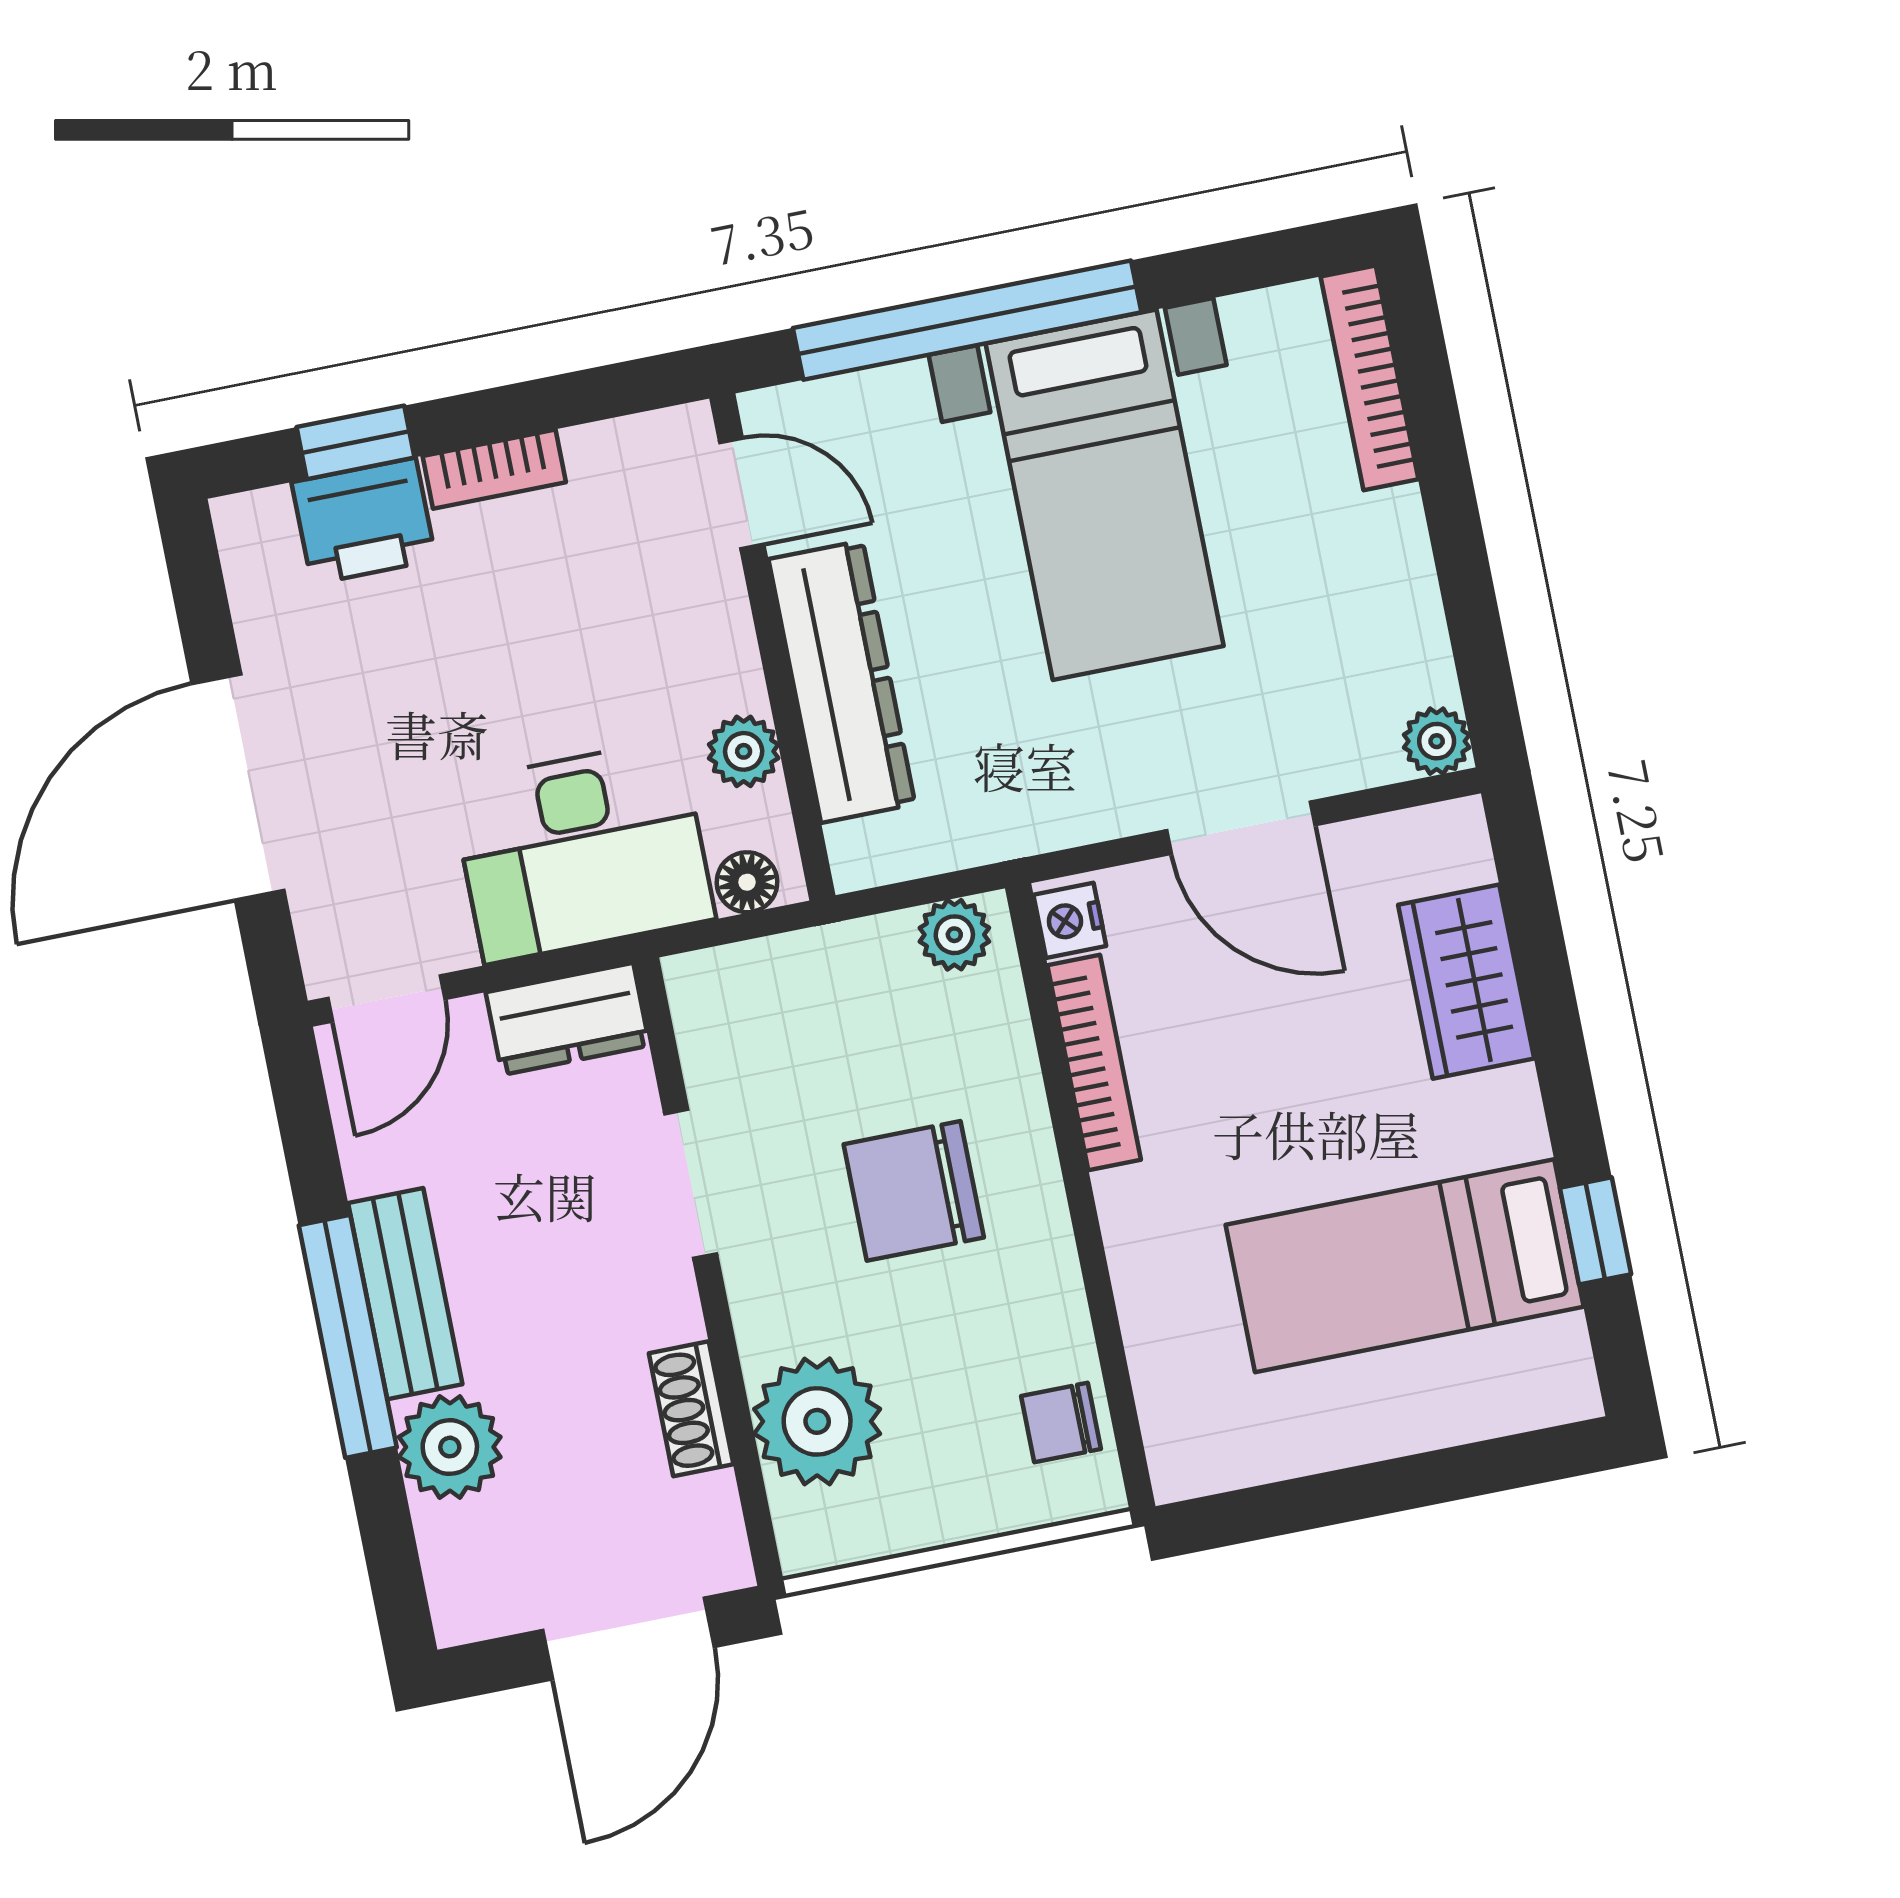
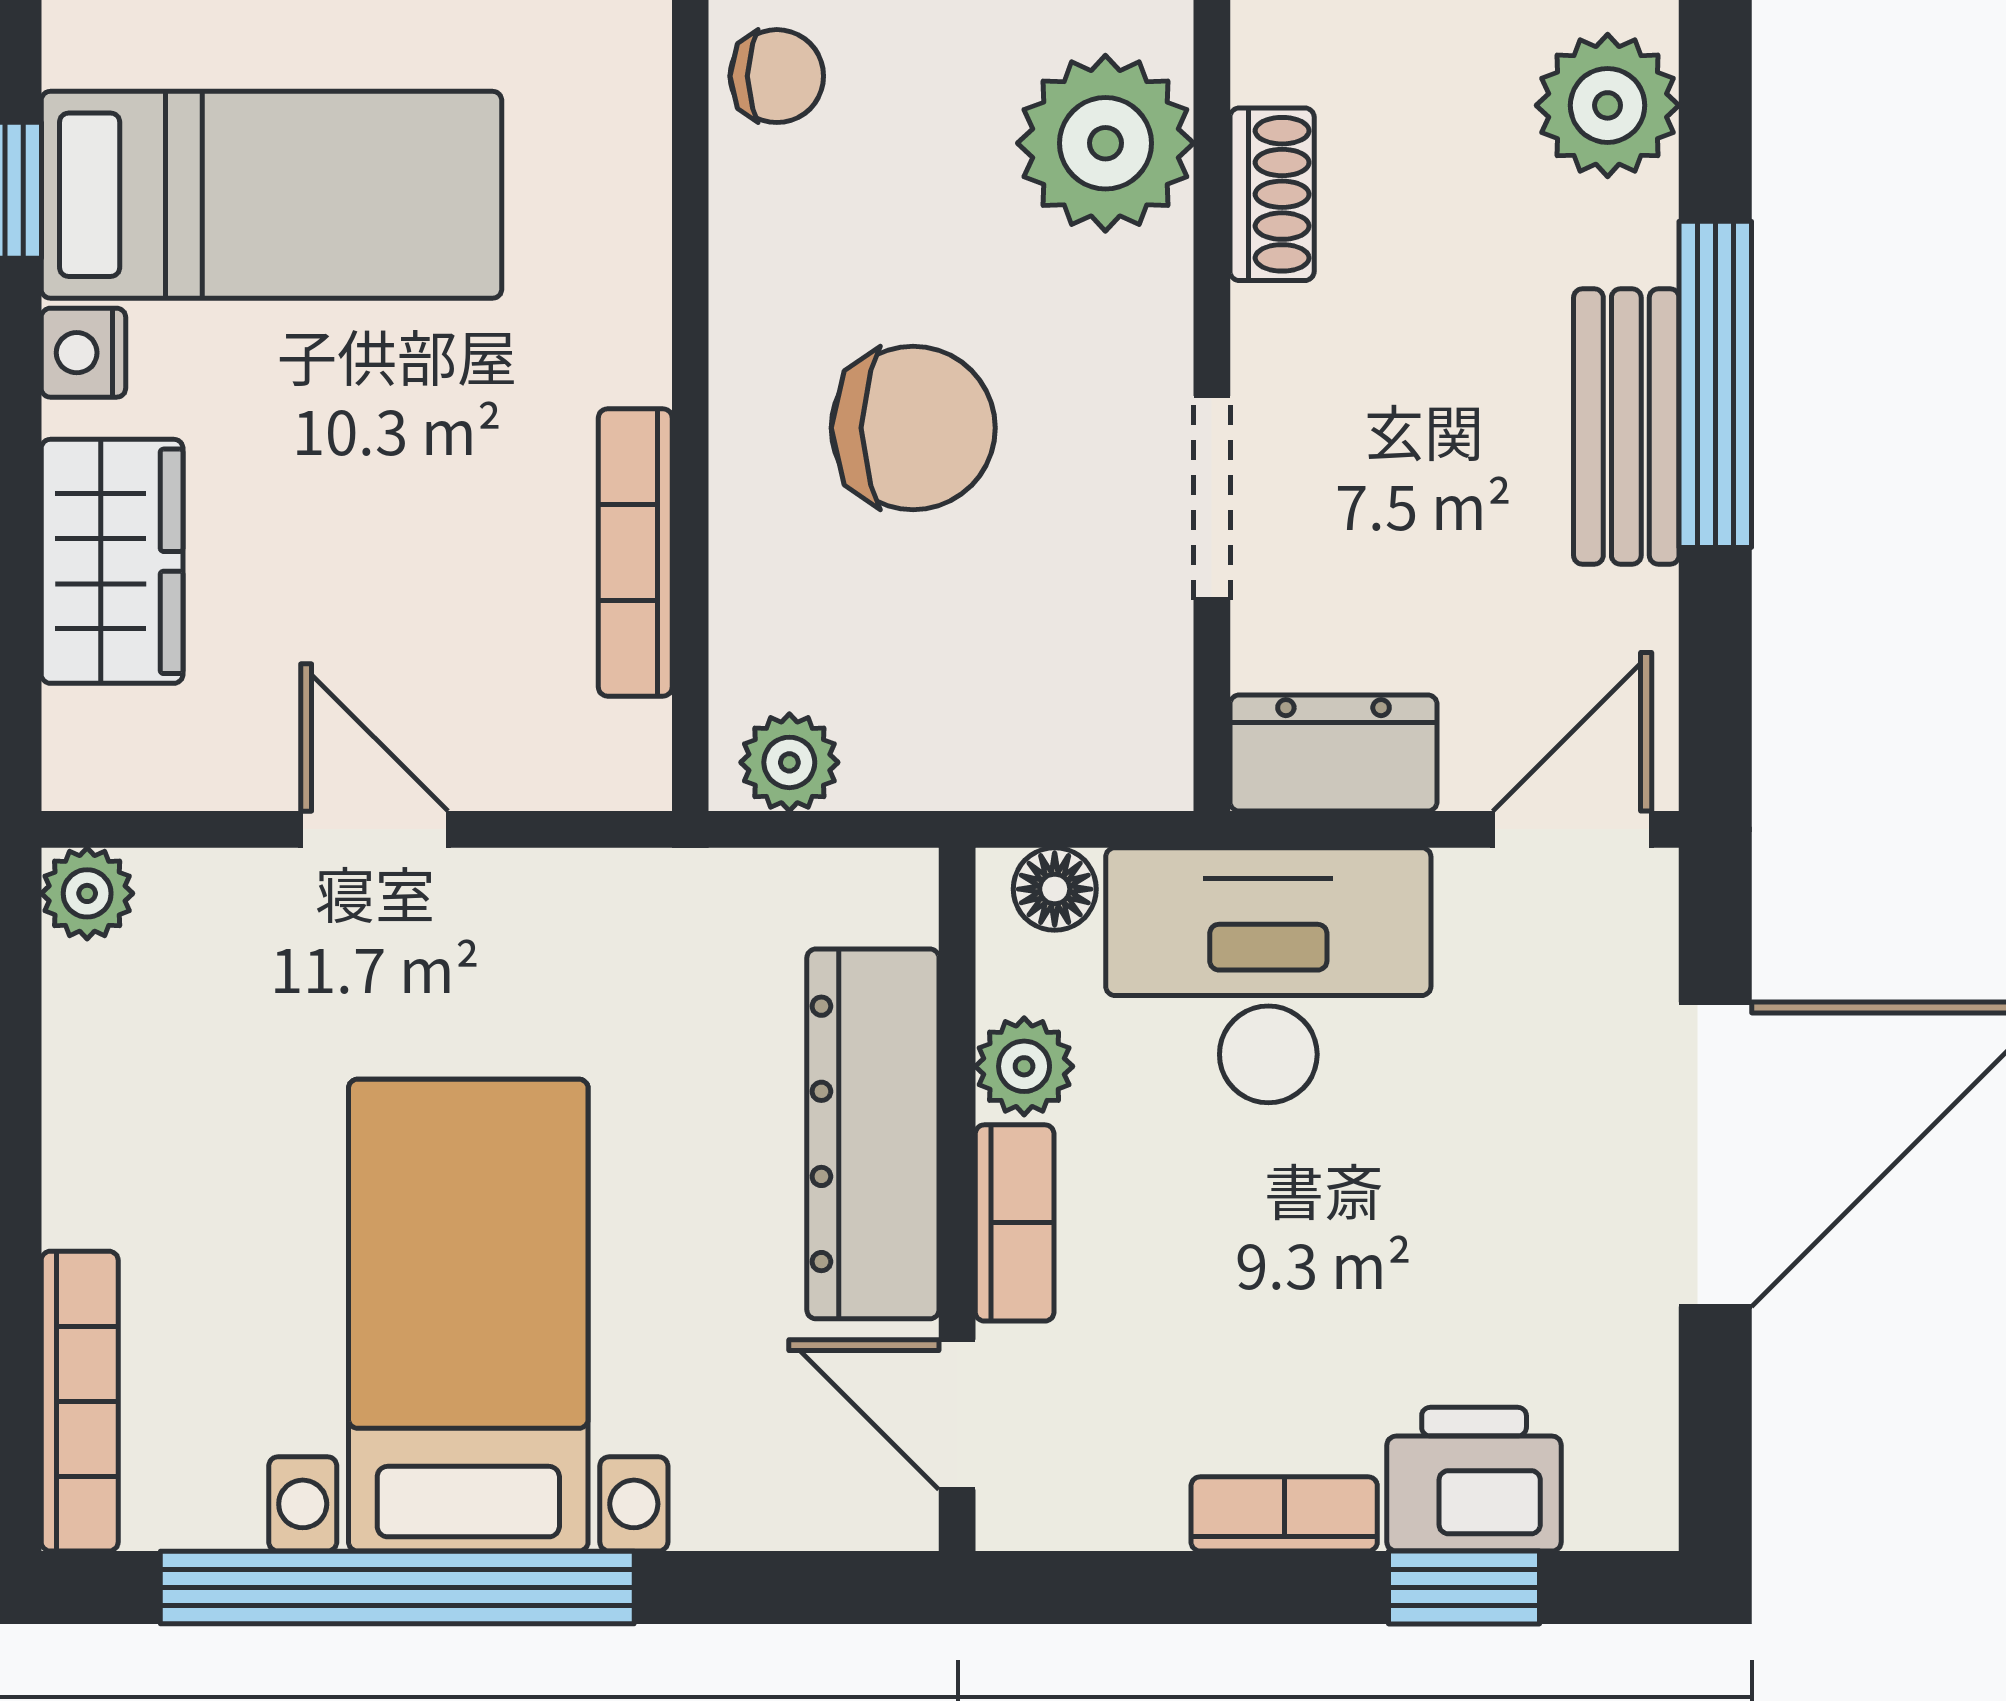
window: (967, 320) -> (397, 1588), moved
bookcase: (728, 638) -> (1015, 1223), added
door: (1241, 828) -> (374, 829), width x0.73
nightstand: (1070, 920) -> (83, 353), moved, turned 180
plant: (450, 1447) -> (1608, 105), moved

